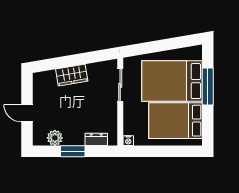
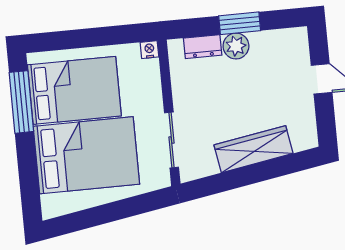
wardrobe: (72, 75) -> (254, 149), width x1.50
window: (208, 87) -> (21, 102), moved
plant: (55, 138) -> (236, 46), moved

